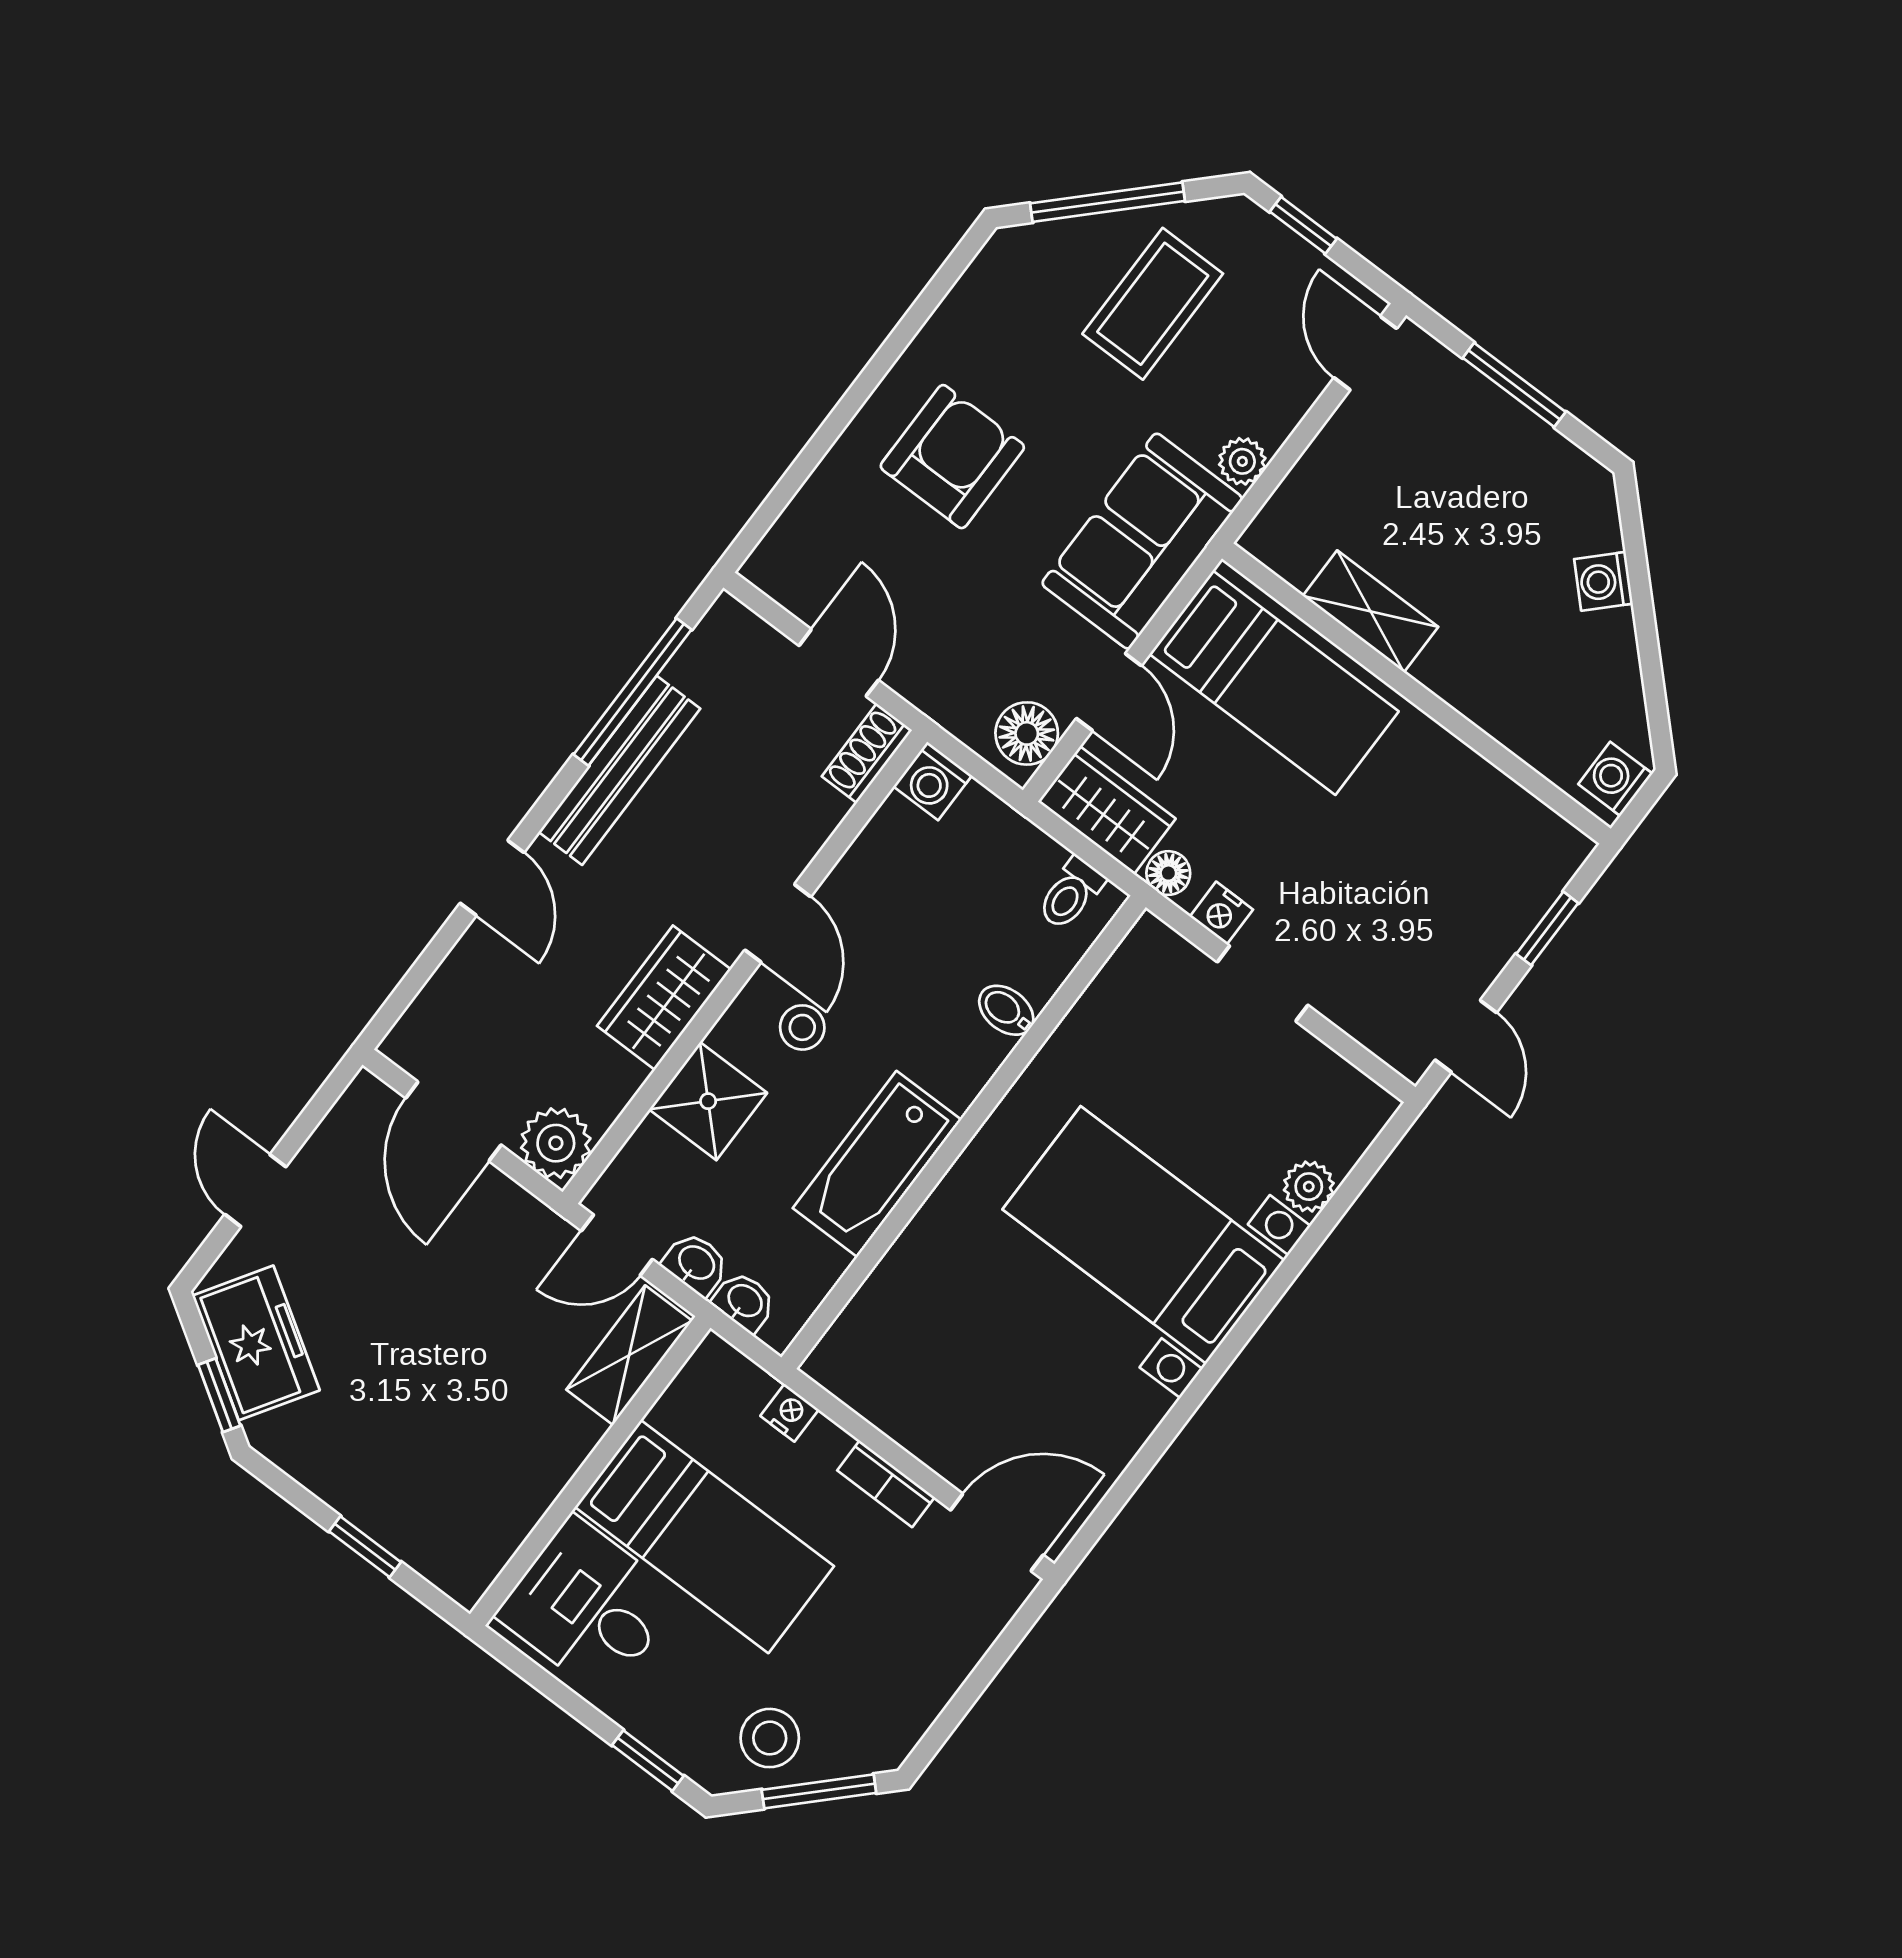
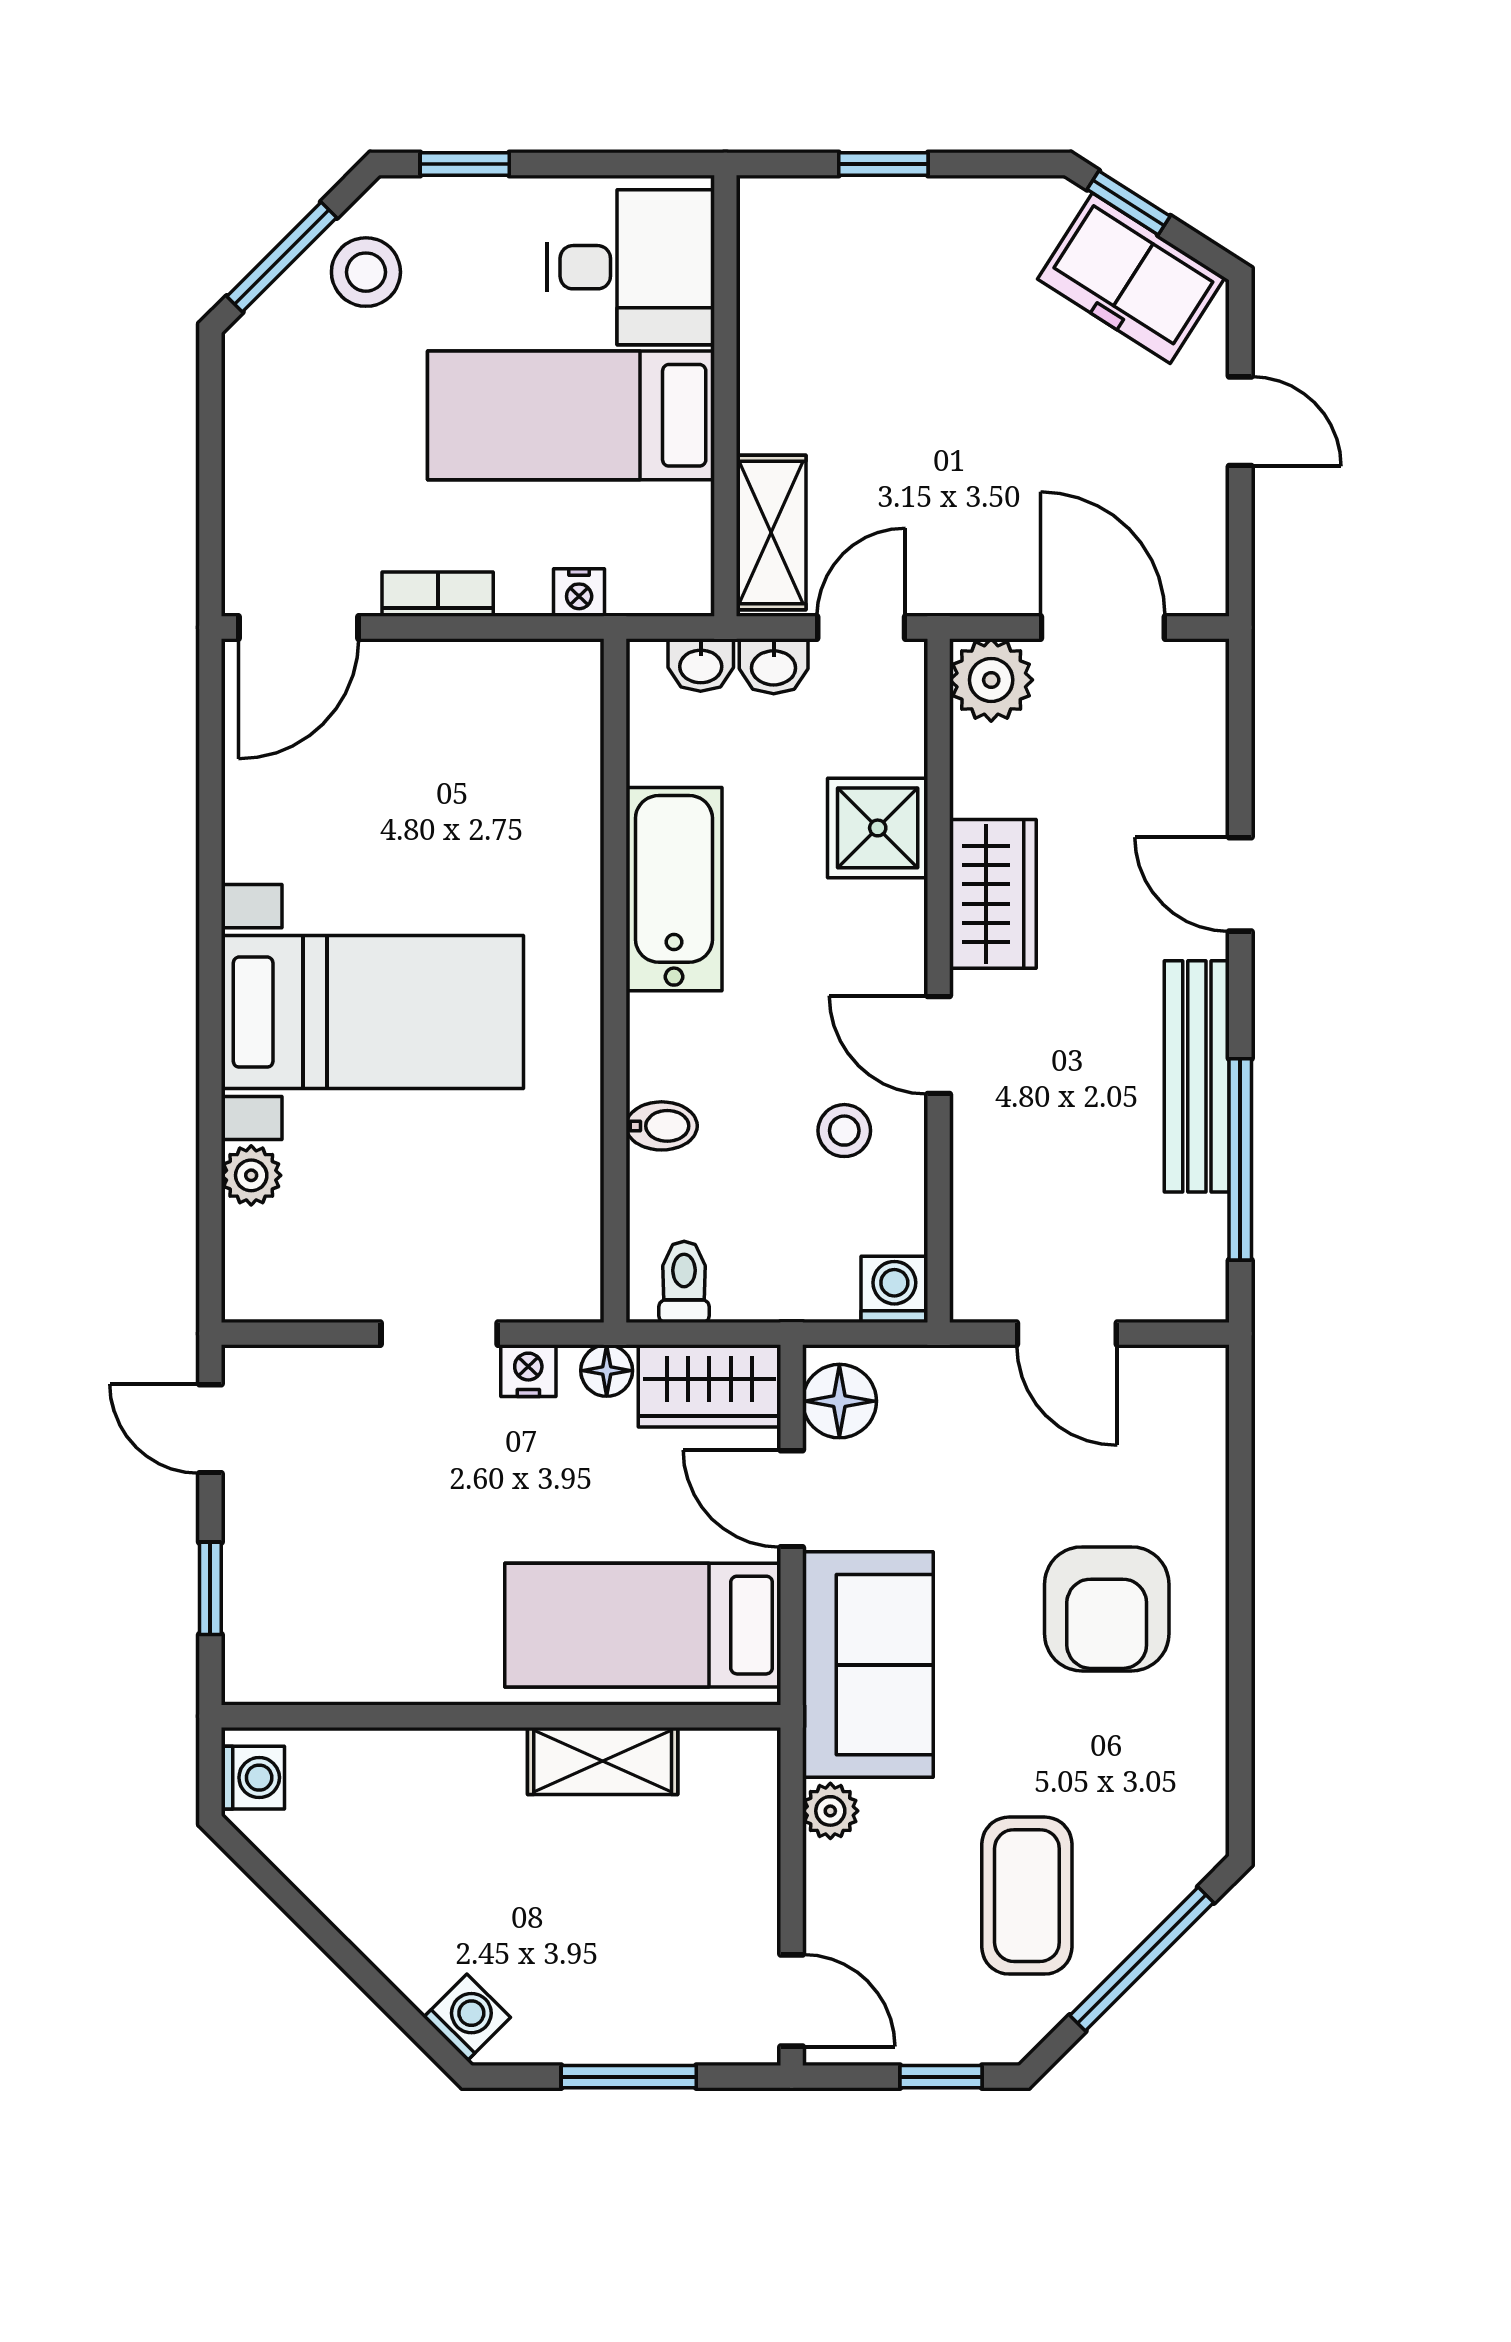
washing machine: (1603, 581) -> (467, 2017), moved
shoe rack: (867, 753) -> (976, 1269), removed
stool: (802, 1027) -> (844, 1131), moved

